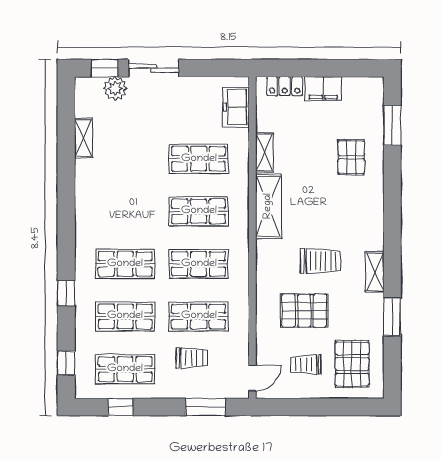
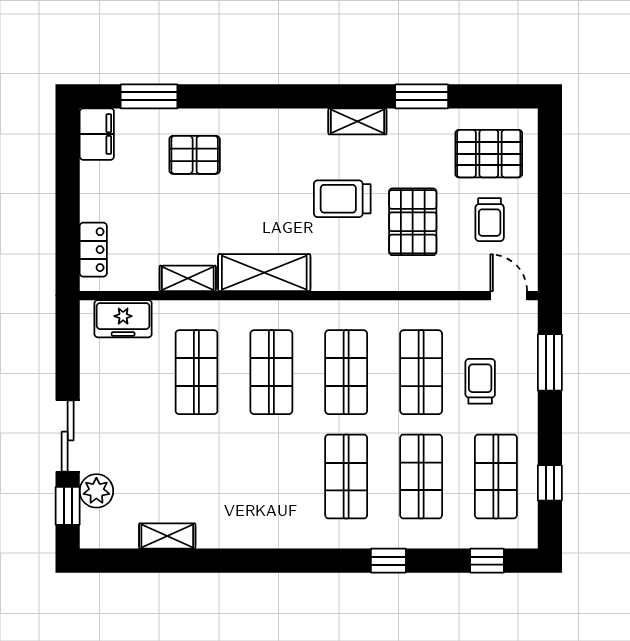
filing cabinet: (323, 89) -> (97, 134), moved
trolley: (320, 261) -> (342, 199), turned -90

